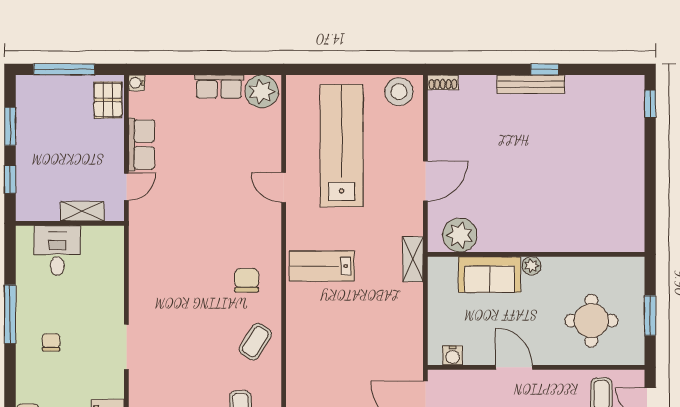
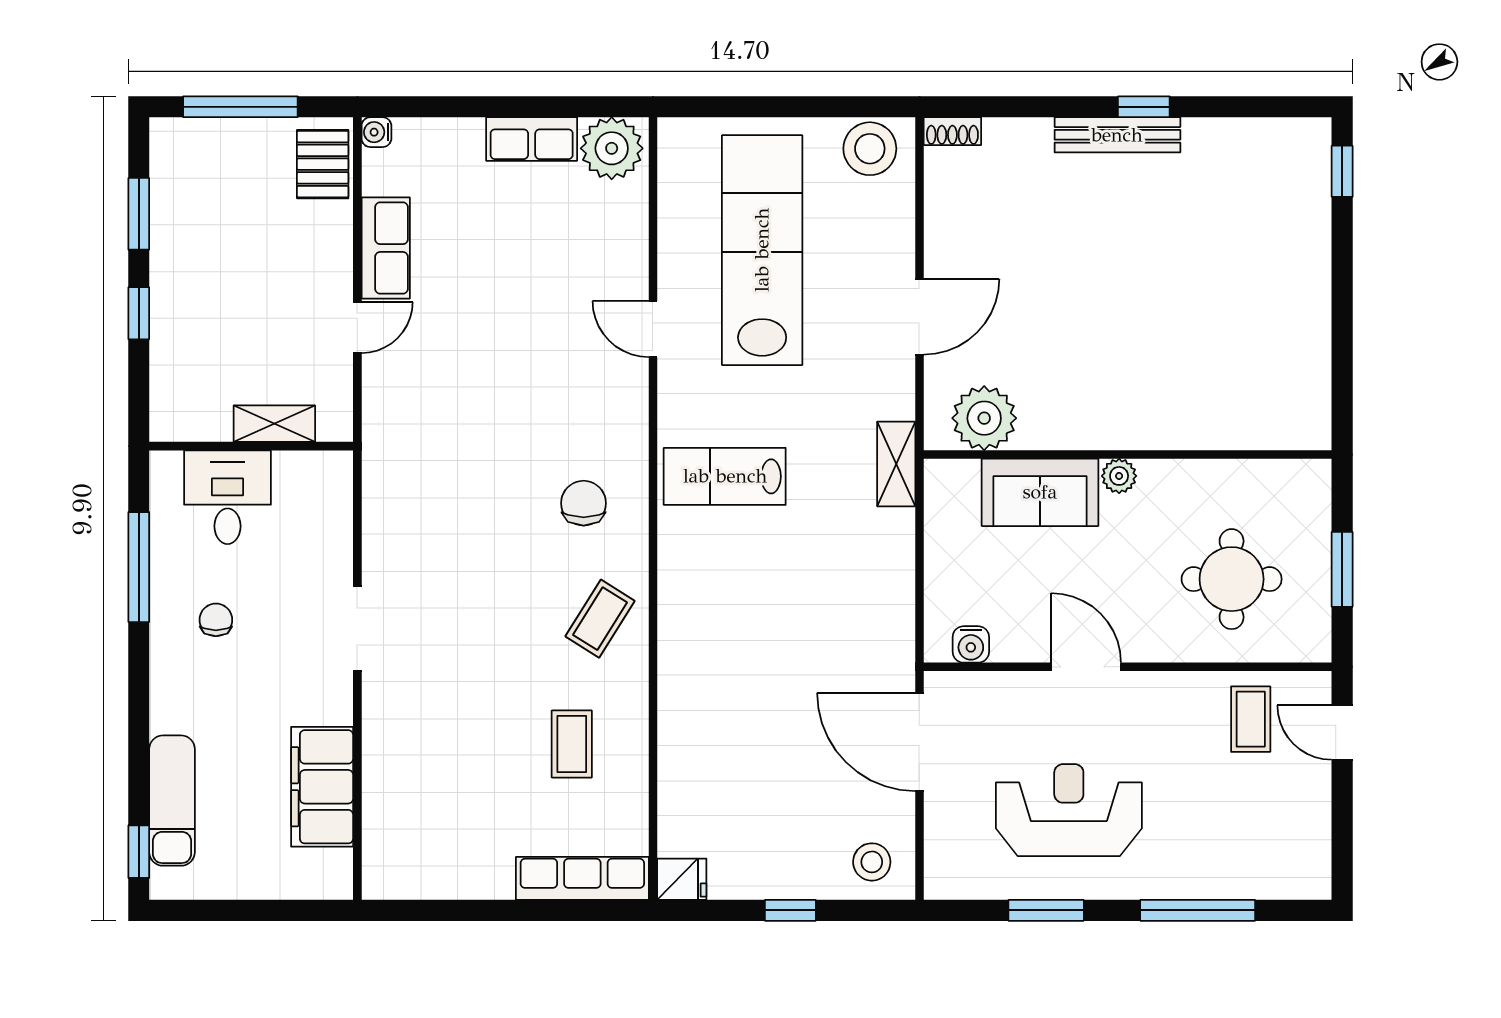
shelving: (82, 211) -> (274, 424), moved
wall: (70, 223) -> (251, 446), moved
desk: (57, 250) -> (227, 497), moved

